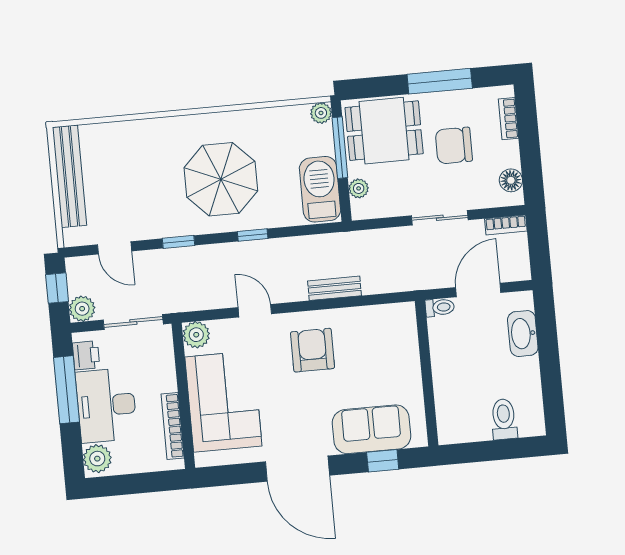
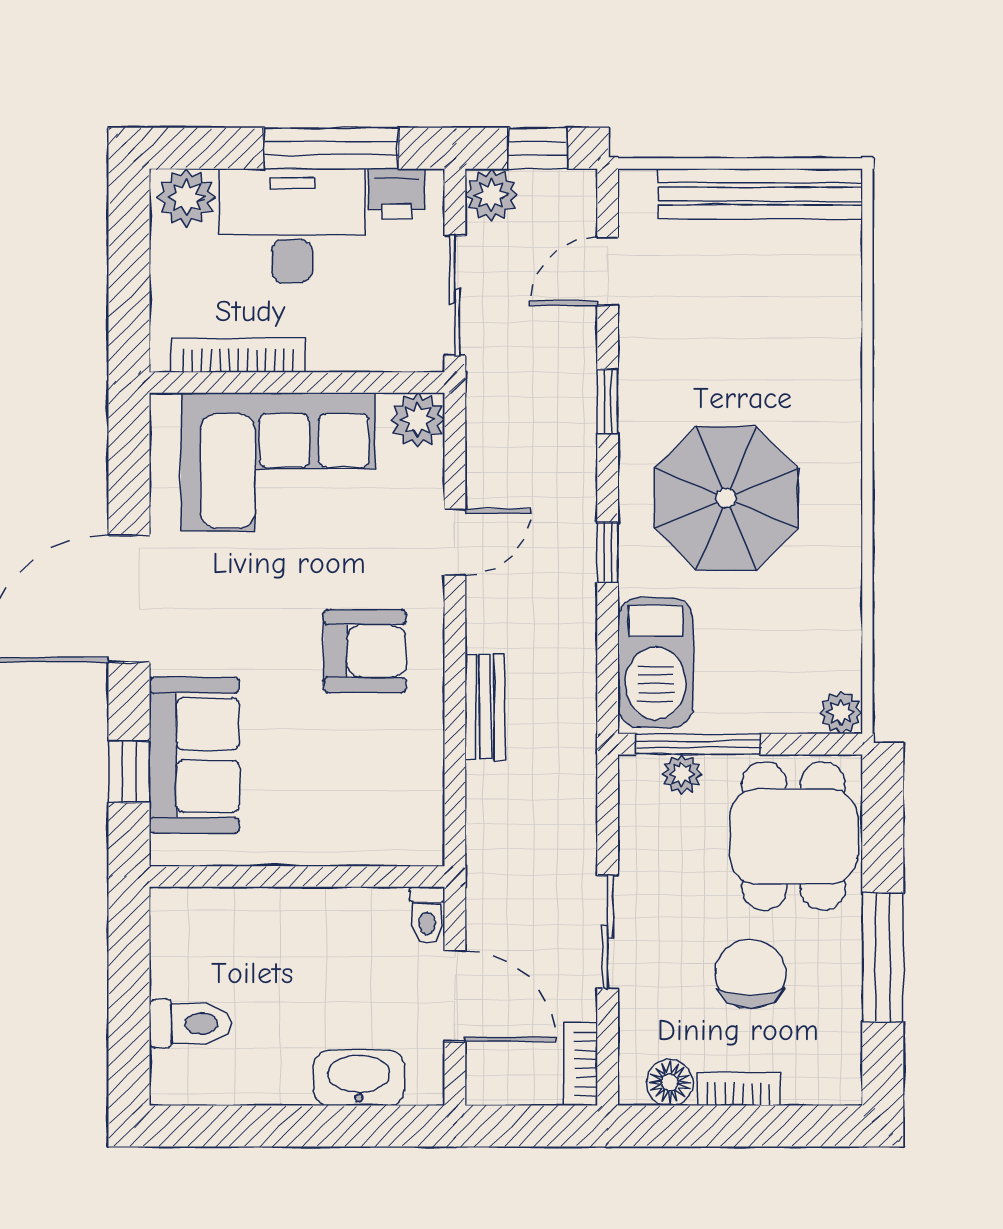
bookcase: (508, 119) -> (739, 1089), moved
window: (340, 148) -> (698, 744), moved
barbecue: (320, 189) -> (656, 663), moved, turned 90

